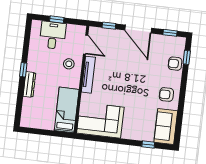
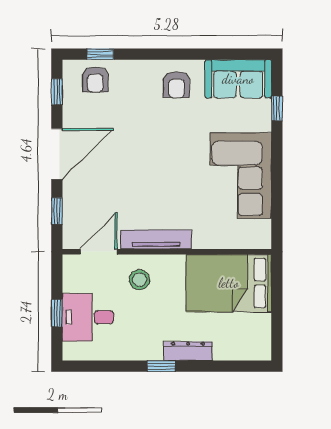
armchair: (175, 64) -> (95, 80), moved
bed: (67, 110) -> (229, 283), width x1.50
corner sofa: (100, 120) -> (241, 175), moved

